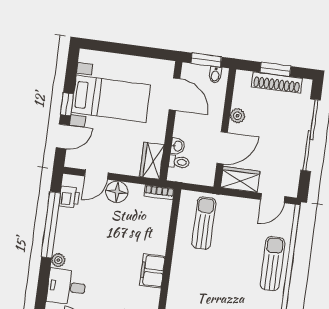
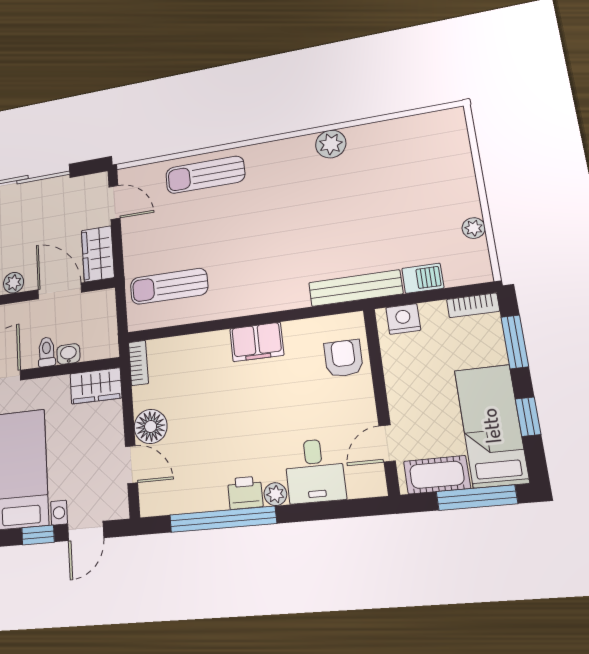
door: (63, 136) -> (86, 531), swing flipped
toilet: (179, 162) -> (47, 352), moved
printer: (69, 197) -> (245, 493), moved

